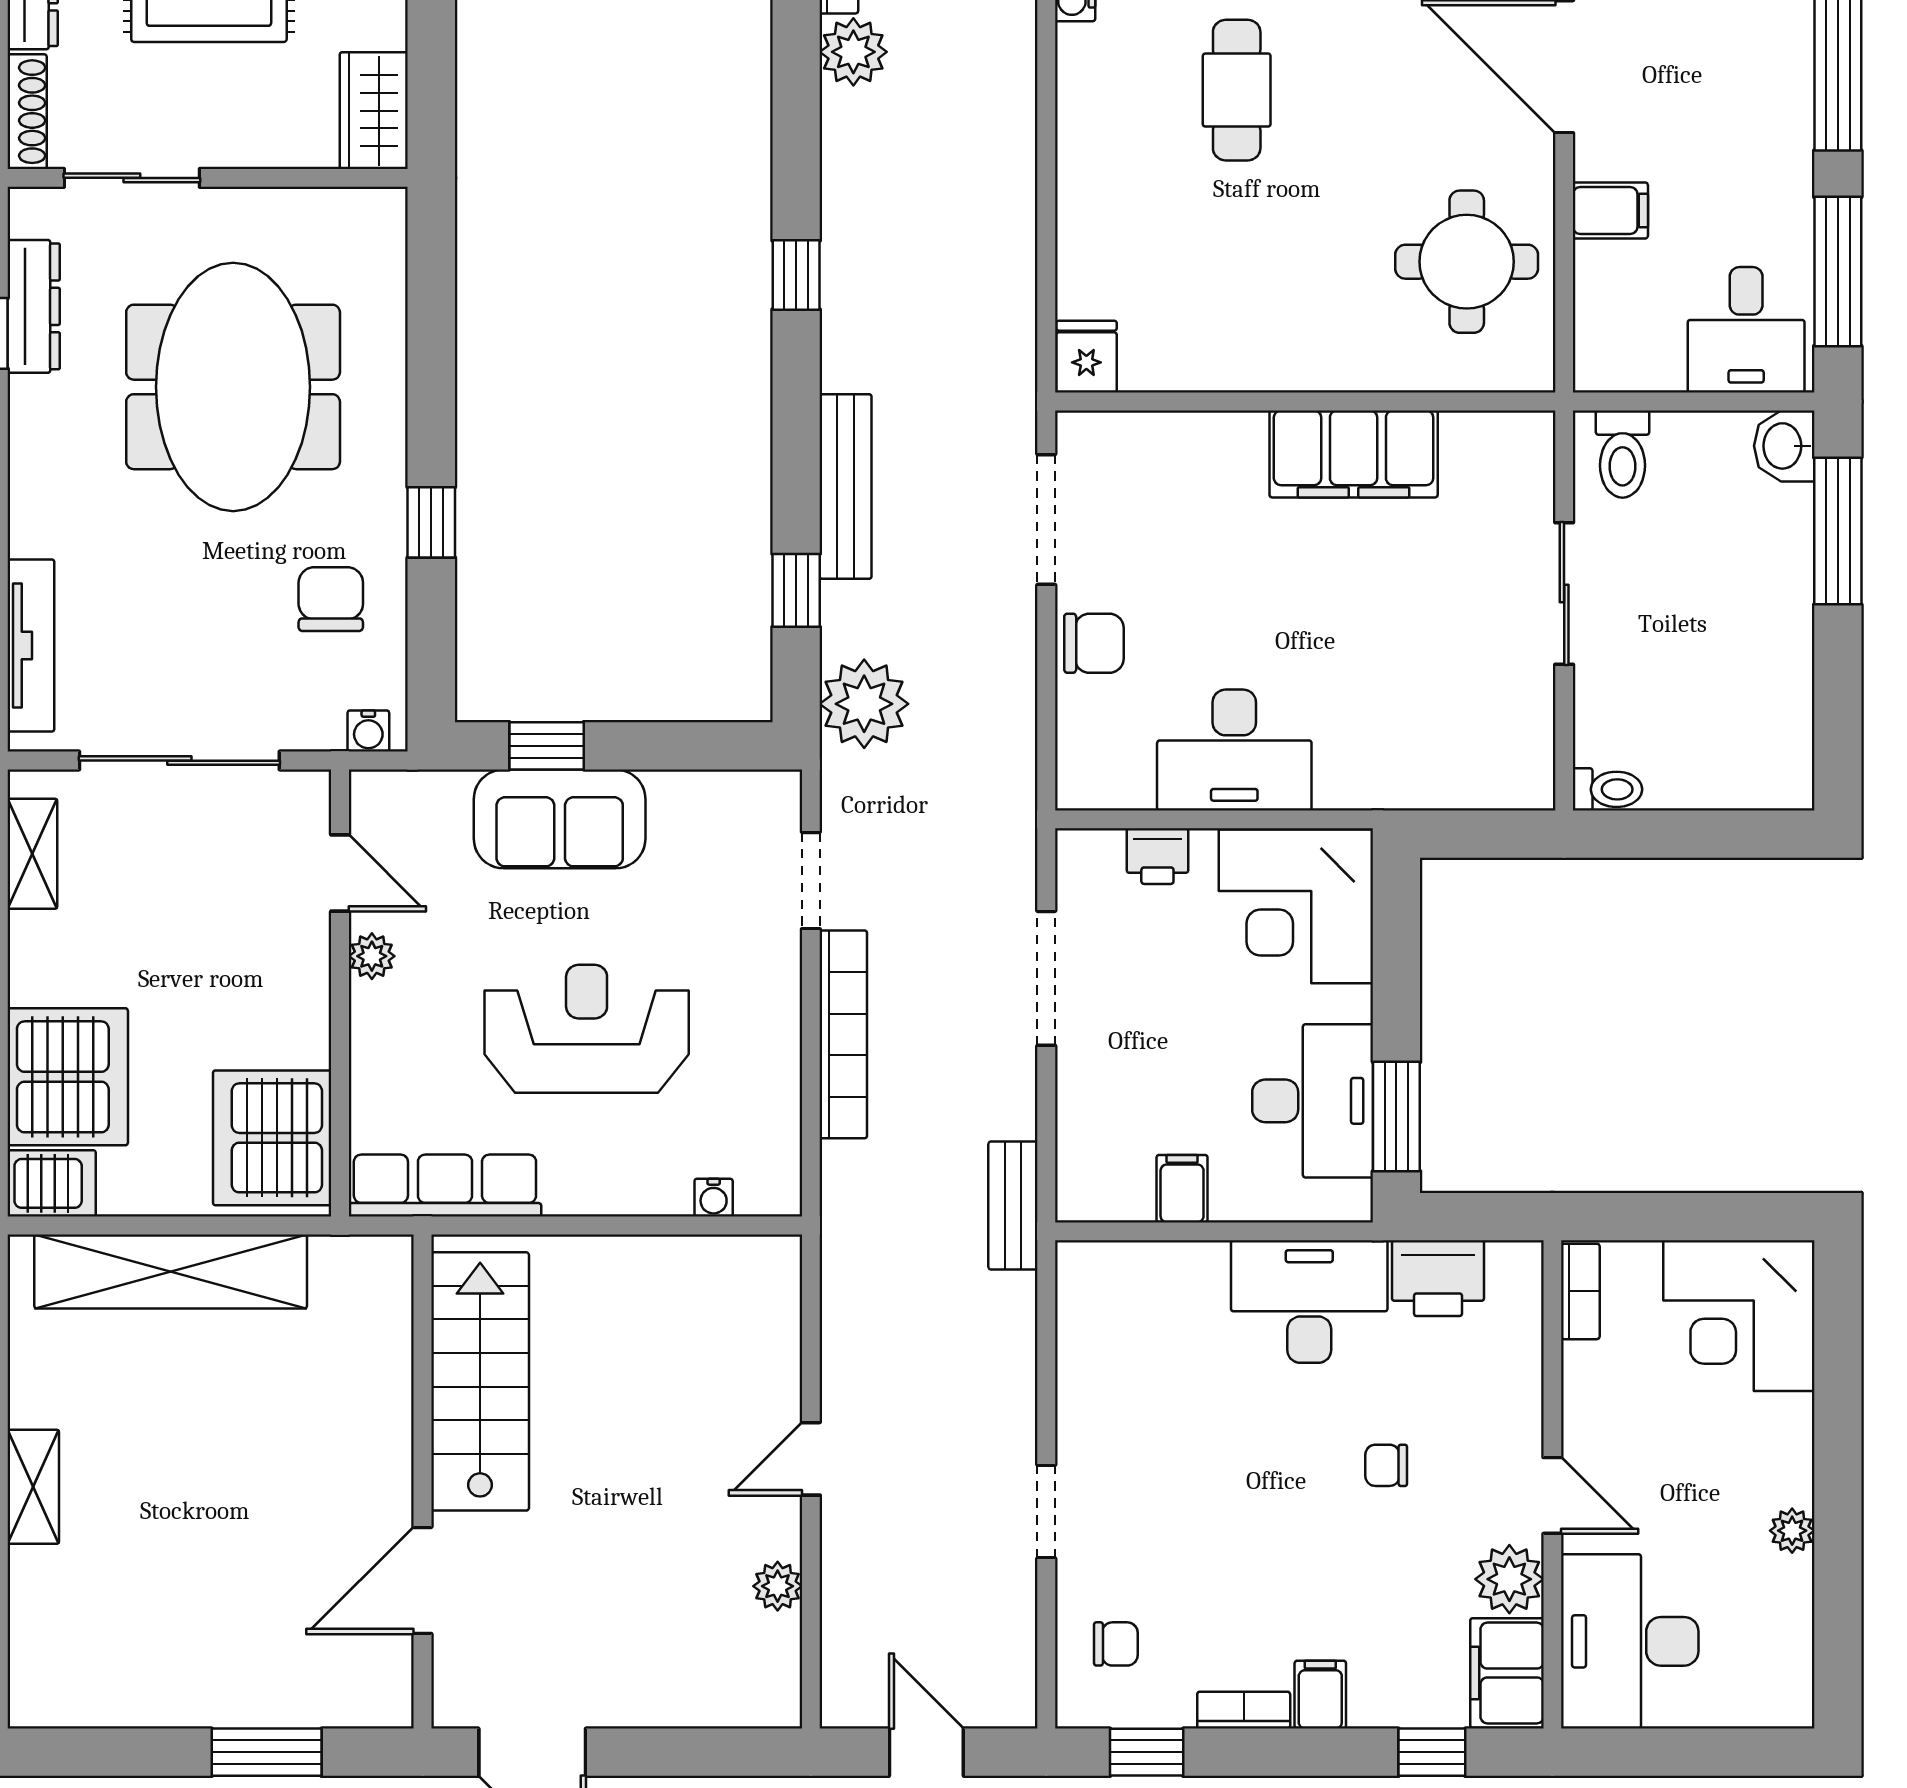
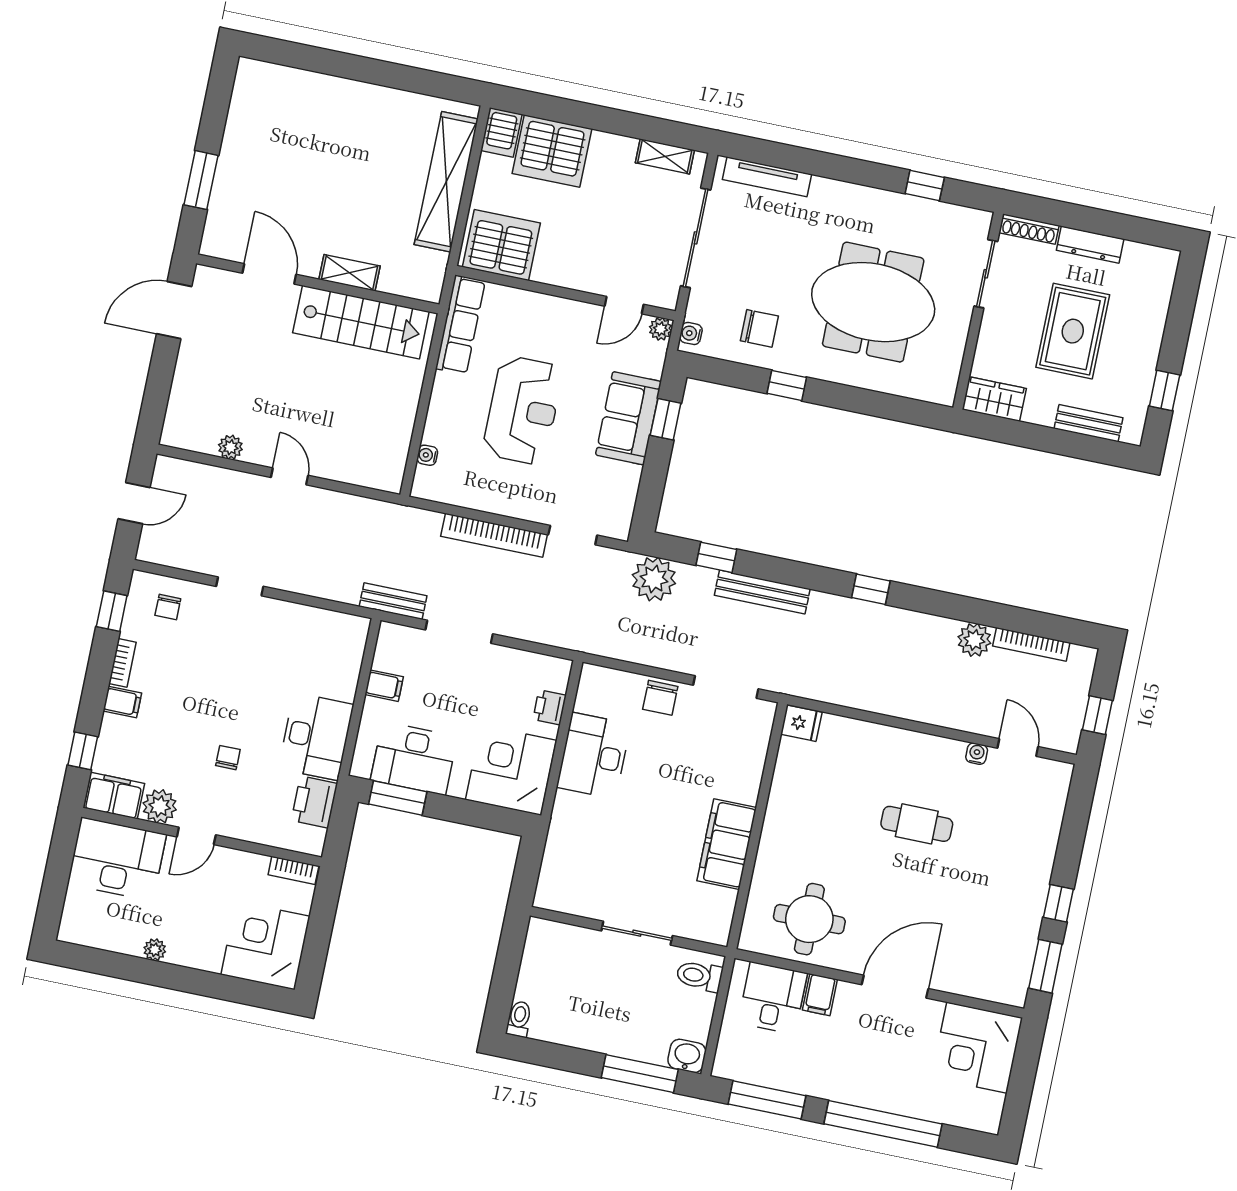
dresser: (34, 306) -> (933, 213), removed
desk: (1746, 330) -> (773, 998), moved, turned 90
toilet: (1608, 789) -> (519, 1019), moved, turned 180
plant: (372, 956) -> (661, 329), moved
doorway: (1046, 978) -> (459, 632), moved
shelving: (33, 1487) -> (349, 273), moved

